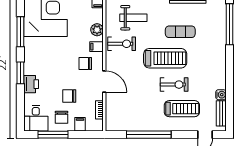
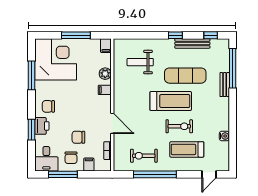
weight bench: (133, 18) -> (140, 62), turned 180
exercise mat: (180, 32) -> (185, 76), width x1.36, depth x1.45
exercise bike: (122, 44) -> (144, 156), moved, turned 180
chair: (85, 63) -> (48, 106), moved
window: (20, 73) -> (32, 130), moved
treadmill: (182, 109) -> (187, 149), turned 180
bench: (221, 113) -> (225, 85), moved

